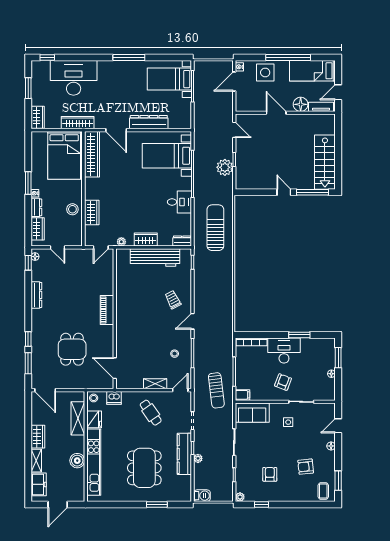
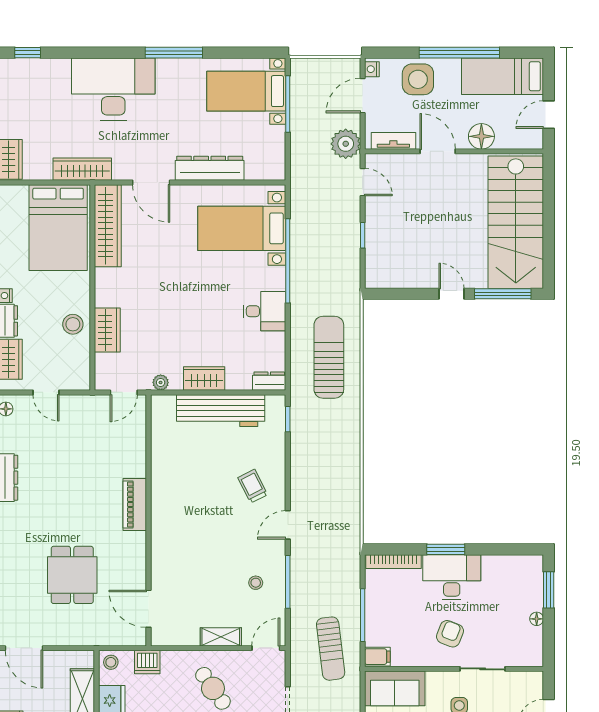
desk: (74, 78) -> (113, 89), moved
tv unit: (321, 107) -> (393, 141), moved
stairs: (325, 162) -> (516, 222), width x1.36, depth x1.51
plant: (225, 167) -> (346, 144), moved
window: (299, 335) -> (446, 549), moved

